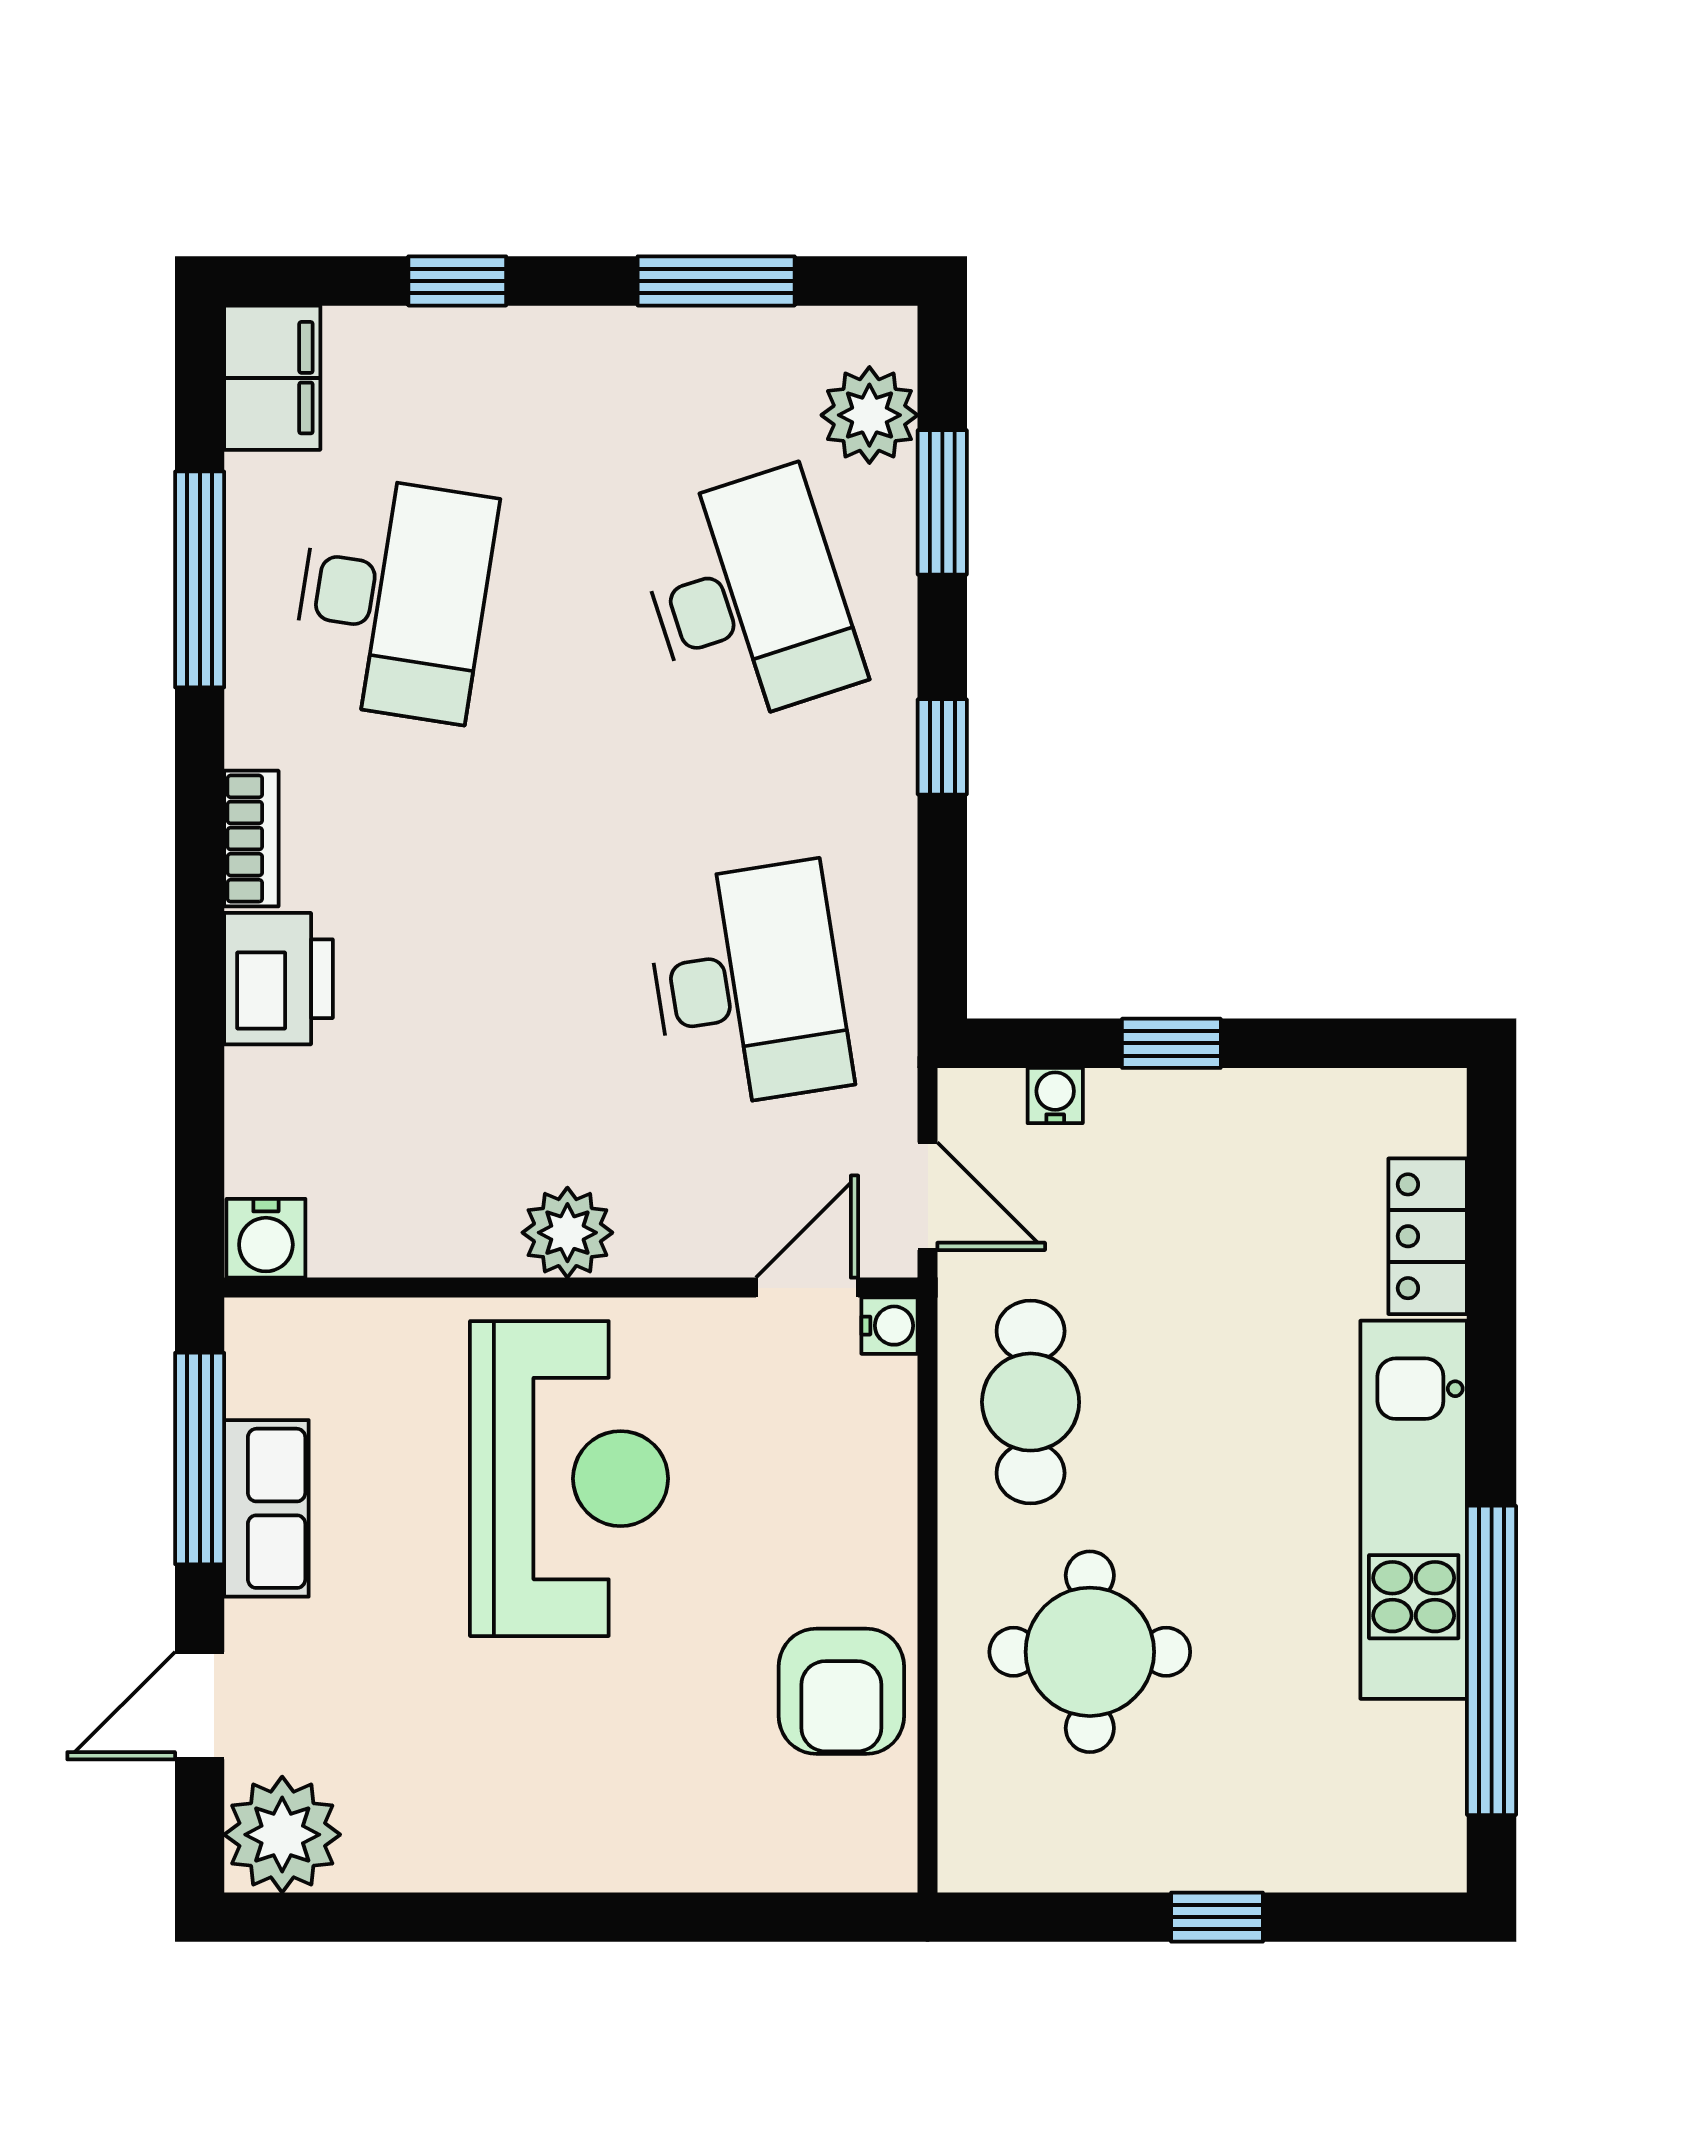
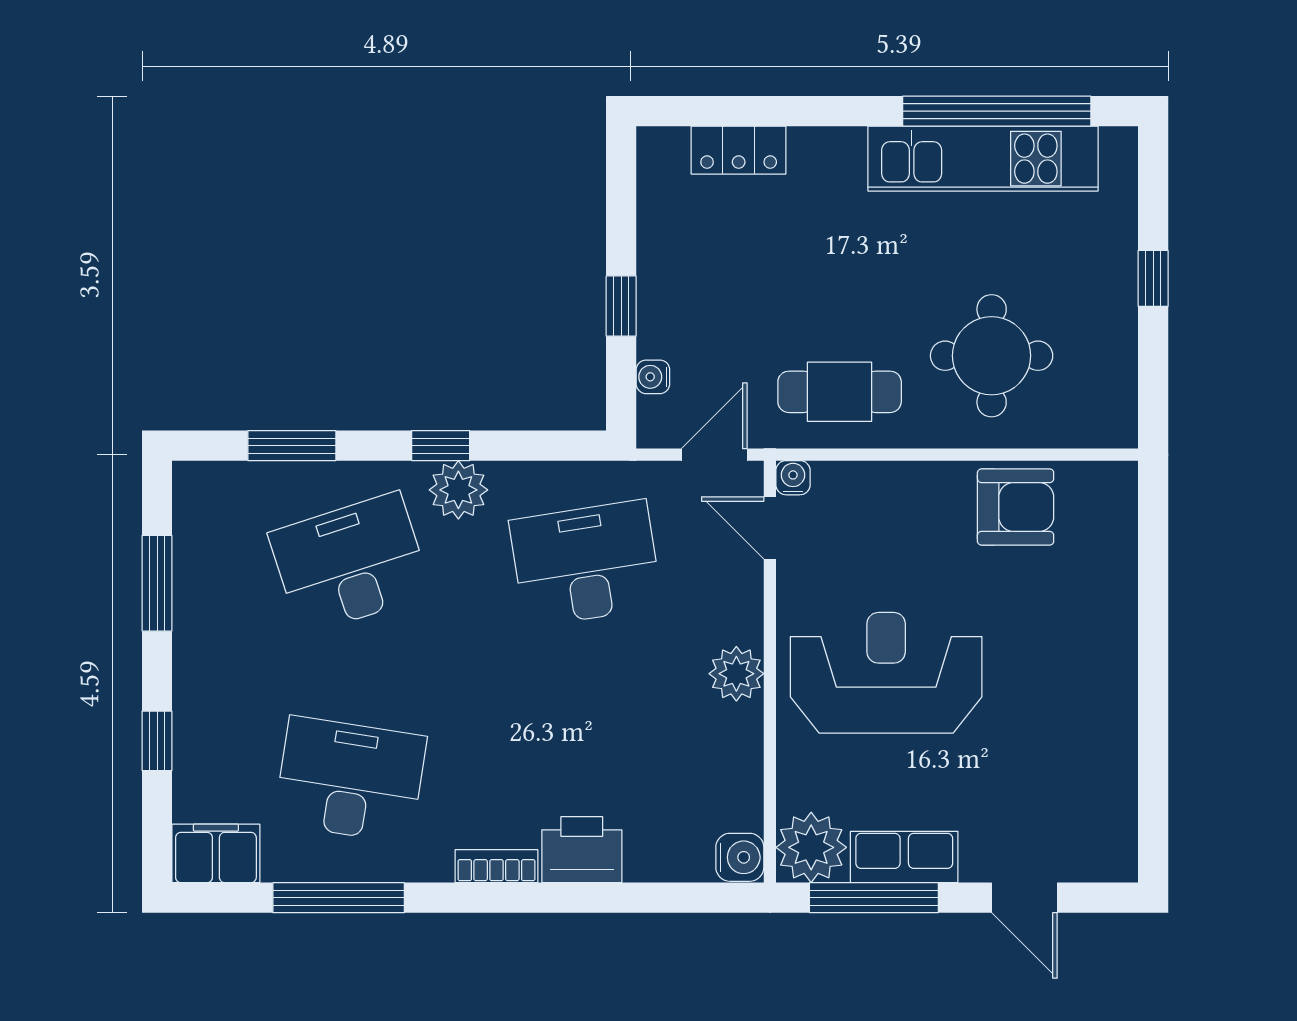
plant: (869, 415) -> (458, 490), moved
kitchen unit: (1414, 1510) -> (983, 159), moved
plant: (282, 1835) -> (811, 847), moved

